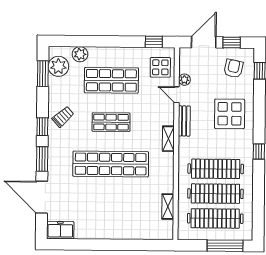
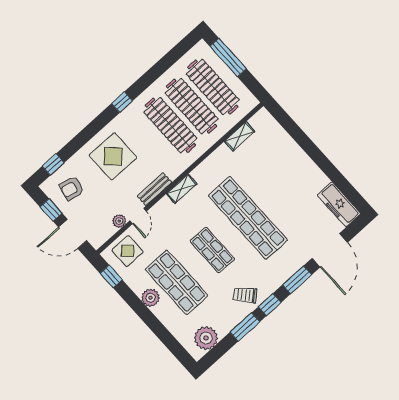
plant: (80, 54) -> (150, 298), moved
window: (43, 74) -> (245, 327), moved
freezer: (60, 230) -> (339, 204), width x1.40

